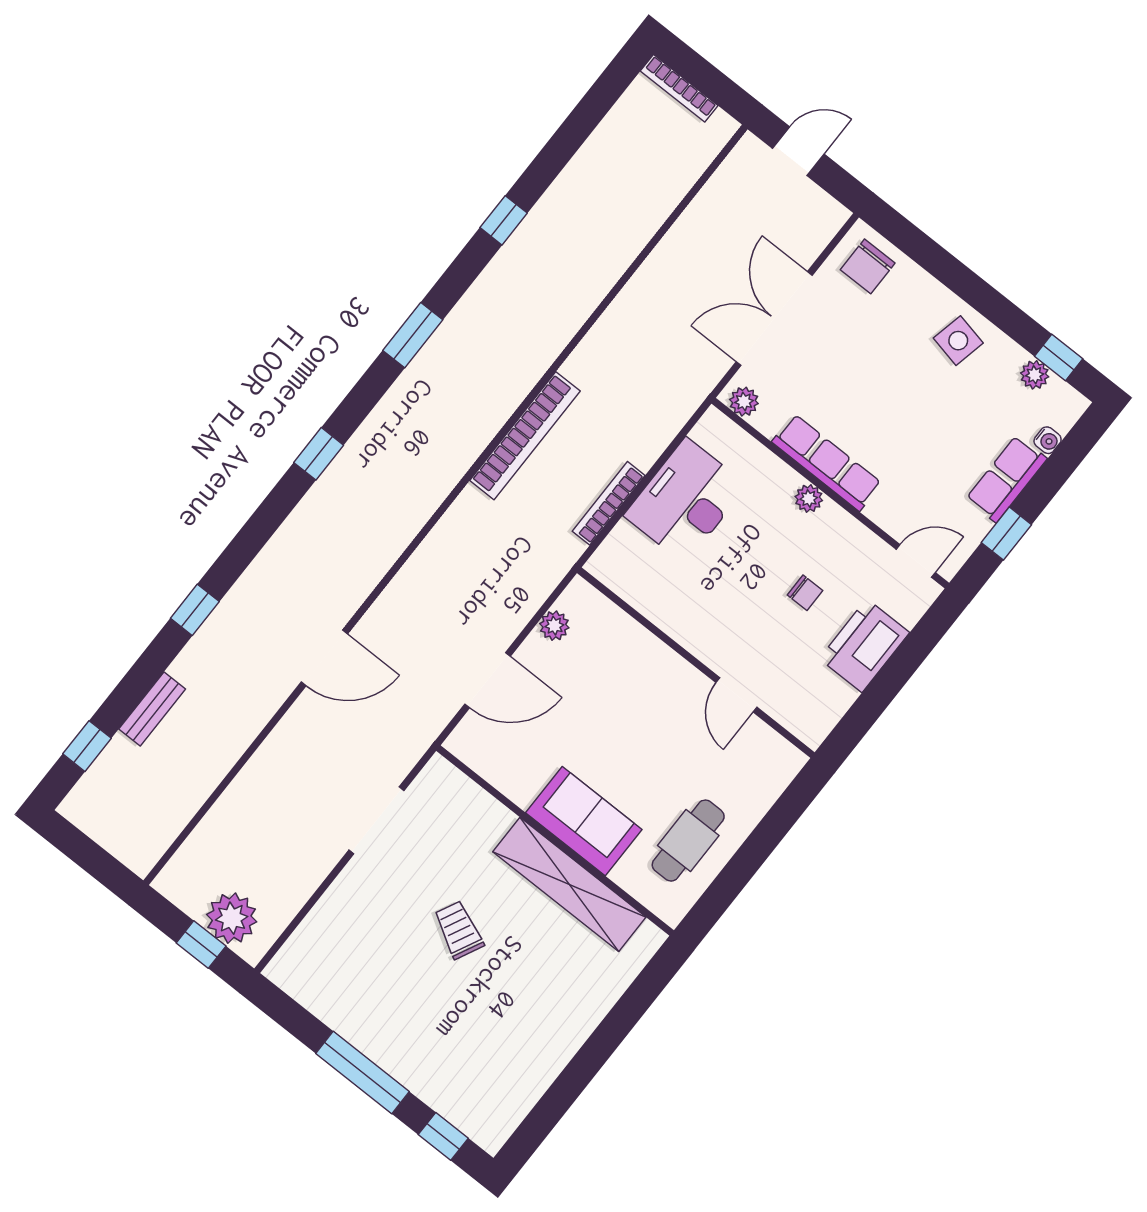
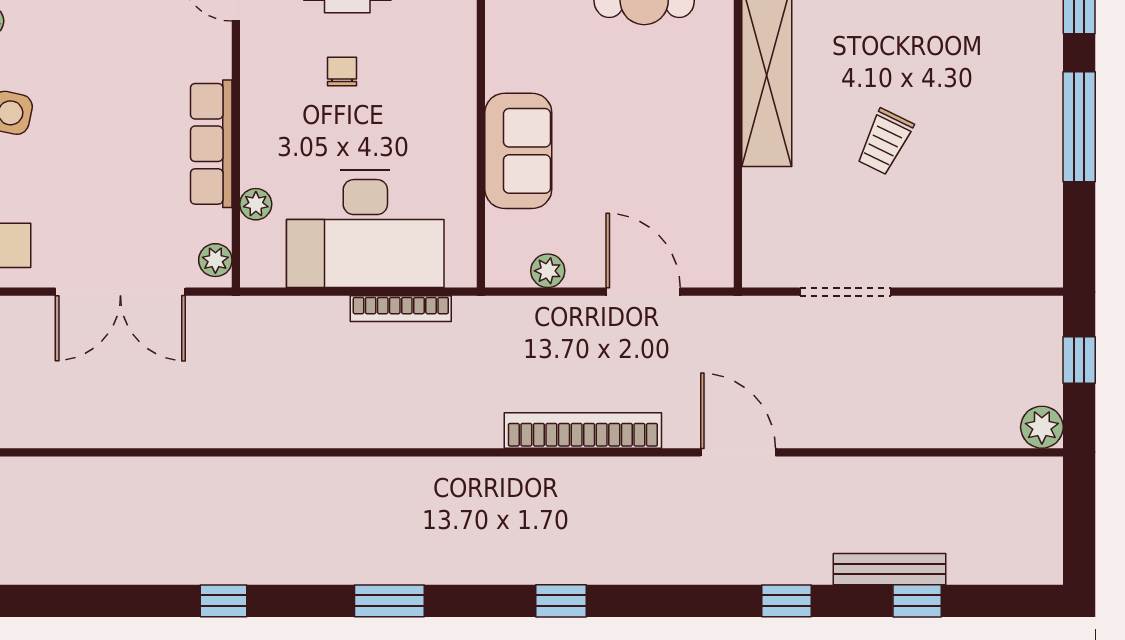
bookcase: (525, 436) -> (583, 430), moved
plant: (809, 498) -> (256, 204), moved
desk: (685, 501) -> (365, 229), width x1.36, depth x1.30
door: (737, 695) -> (481, 60), removed
bench: (152, 709) -> (890, 569), width x1.36
window: (87, 746) -> (917, 601), moved
sofa: (584, 821) -> (518, 151), moved, turned 180
plant: (232, 918) -> (1042, 427), moved, width x0.73, depth x0.73

